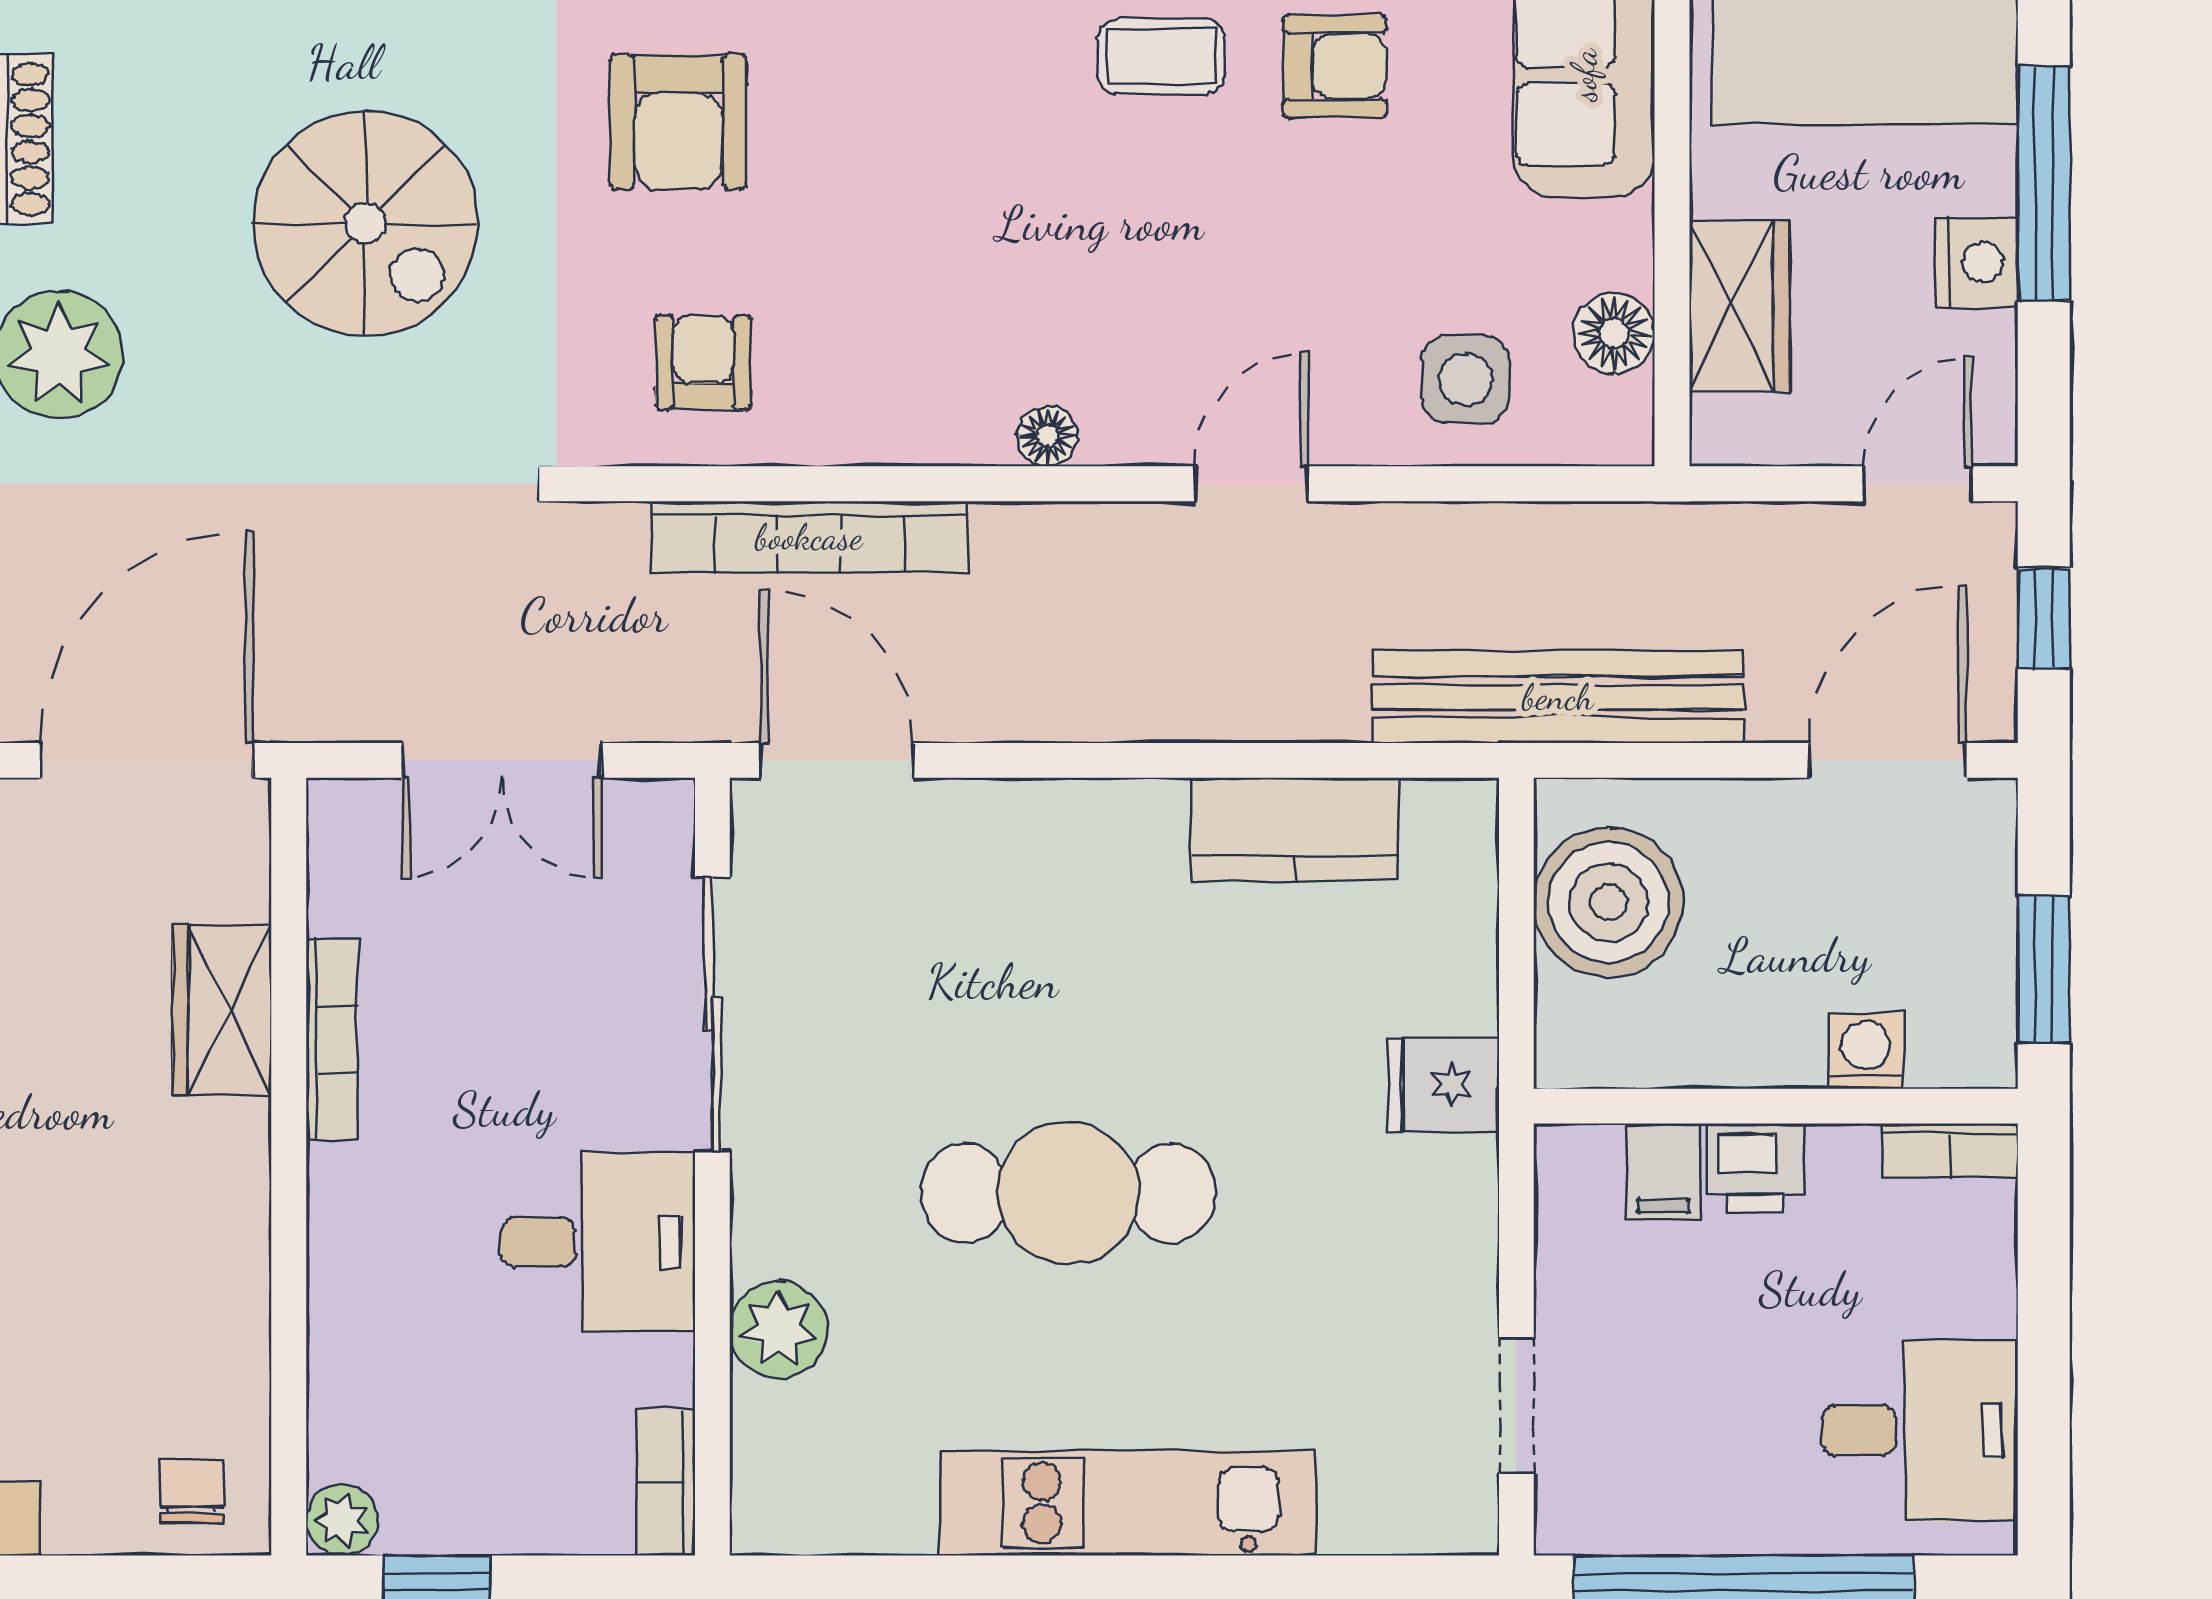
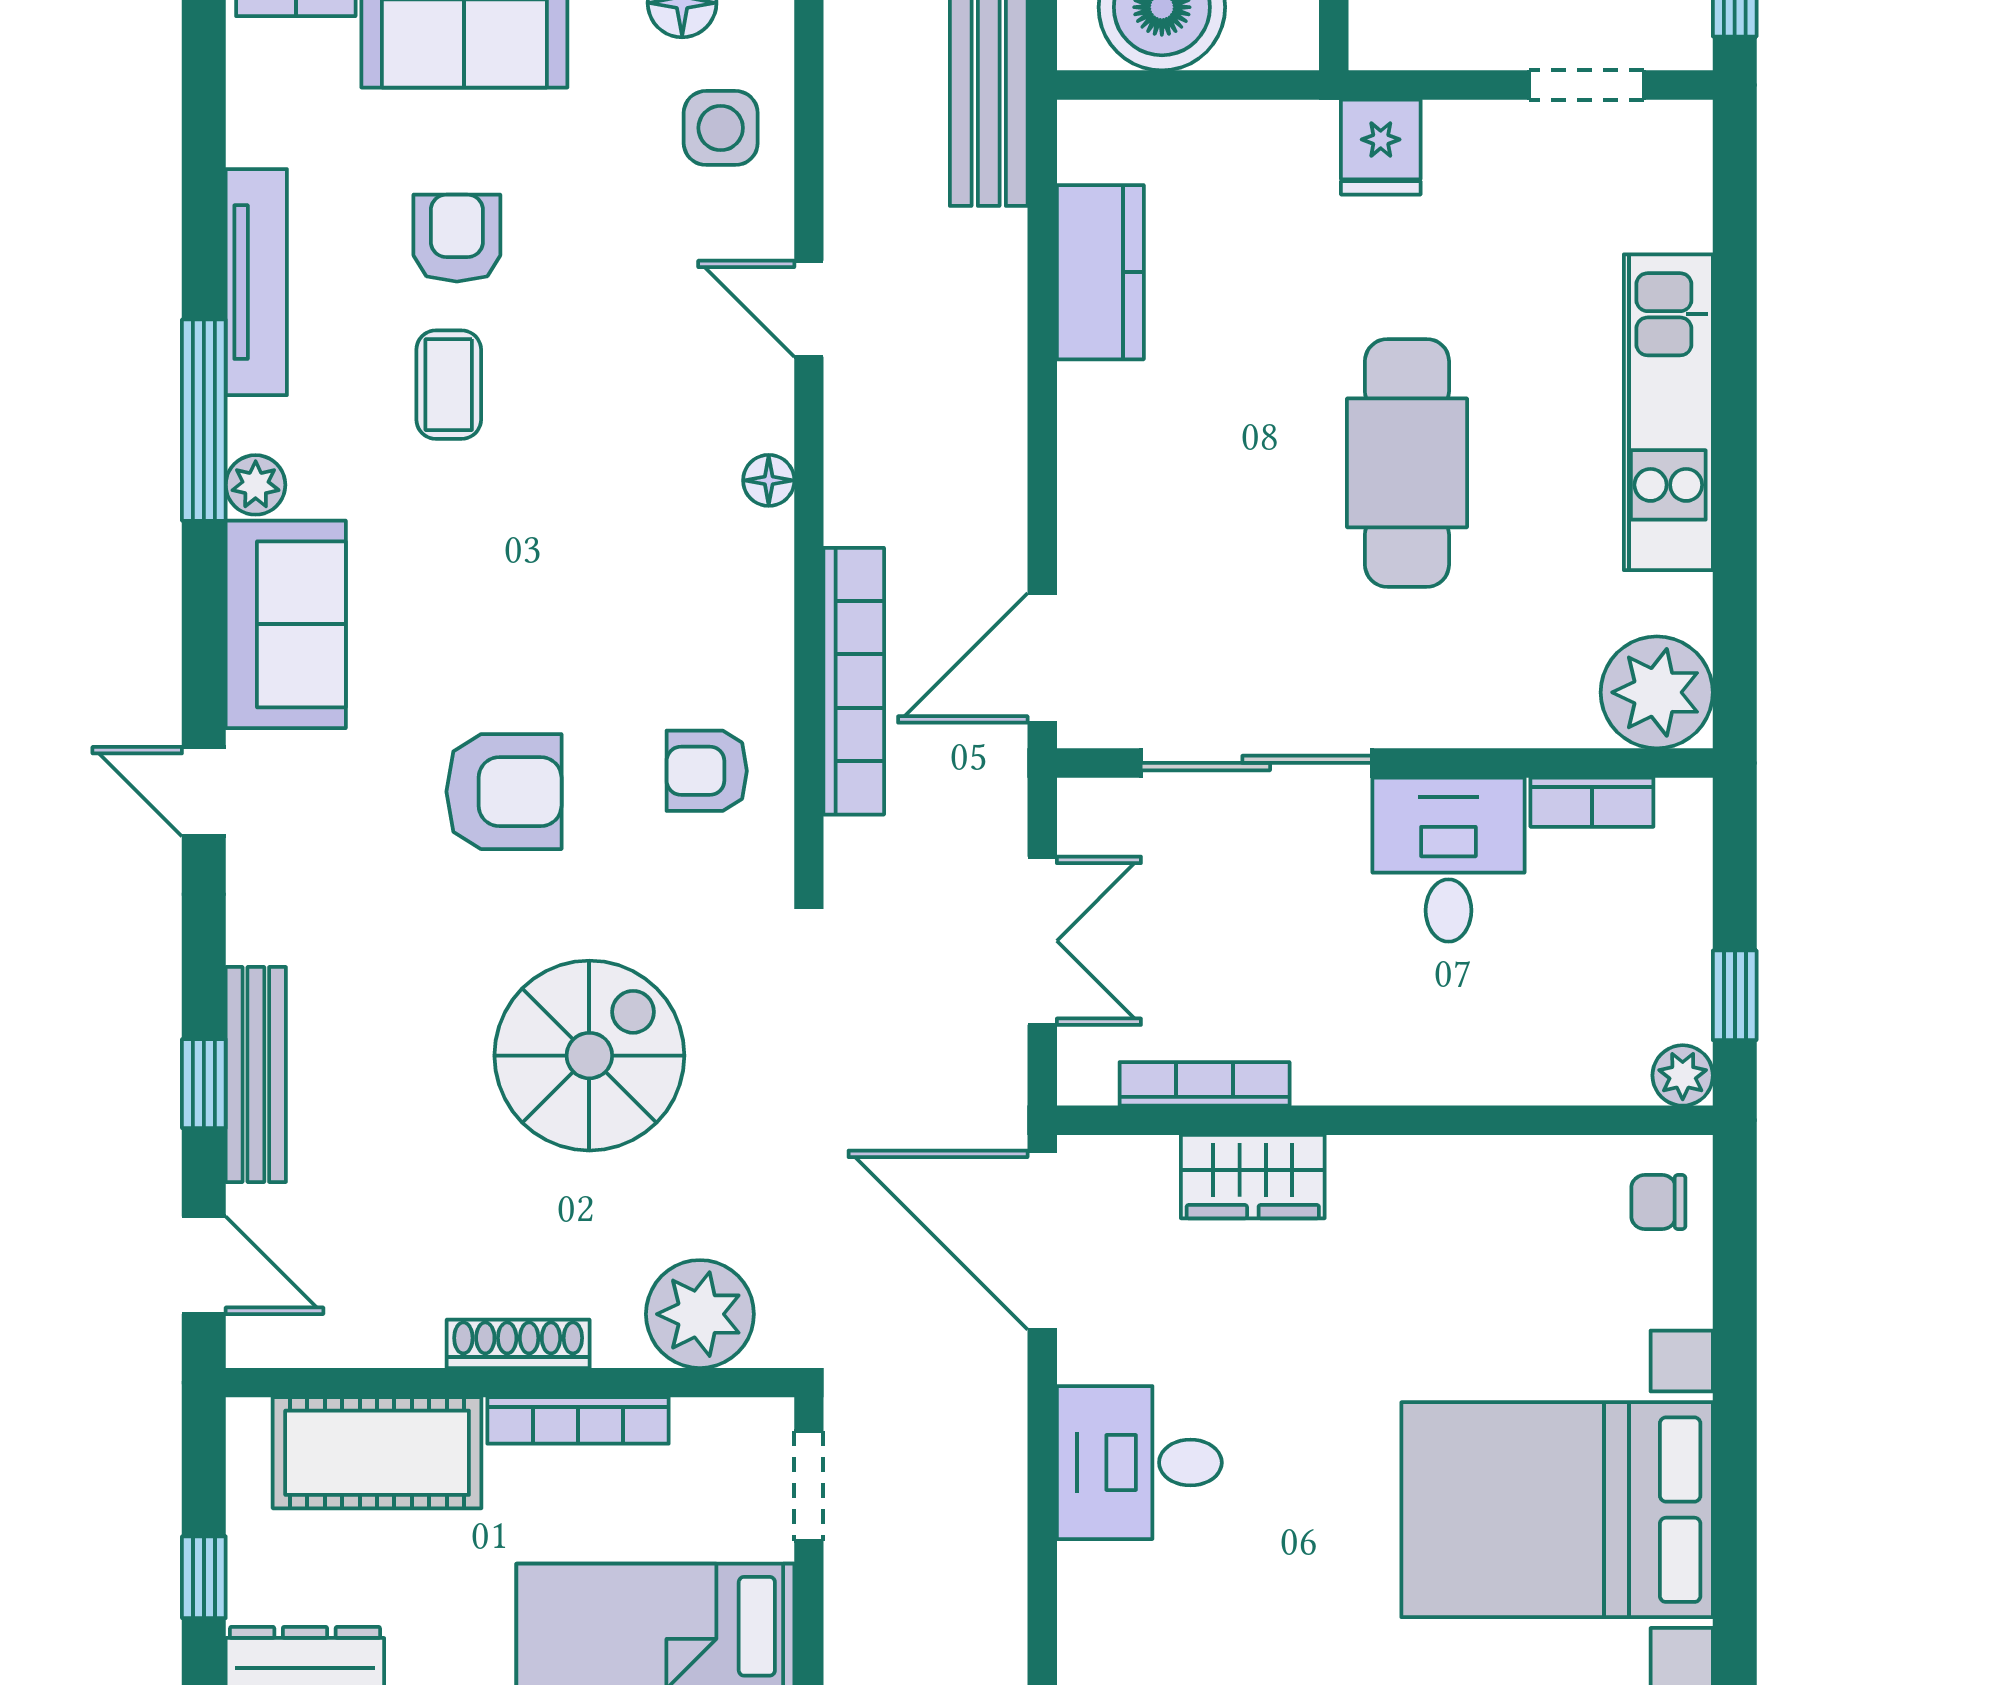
bookcase: (332, 1039) -> (1205, 1084), moved
fridge: (1443, 1084) -> (1381, 147), moved
plant: (778, 1329) -> (1657, 692), moved, width x1.36, depth x1.36
bookcase: (666, 1483) -> (1592, 802), moved

